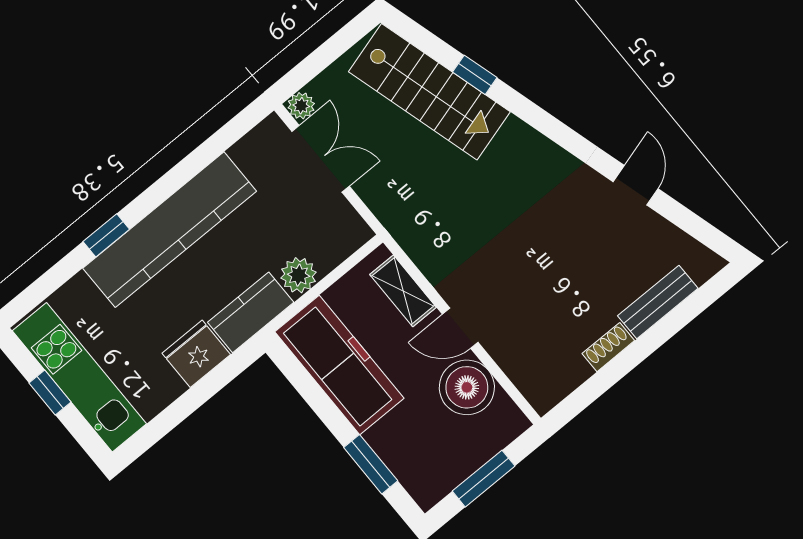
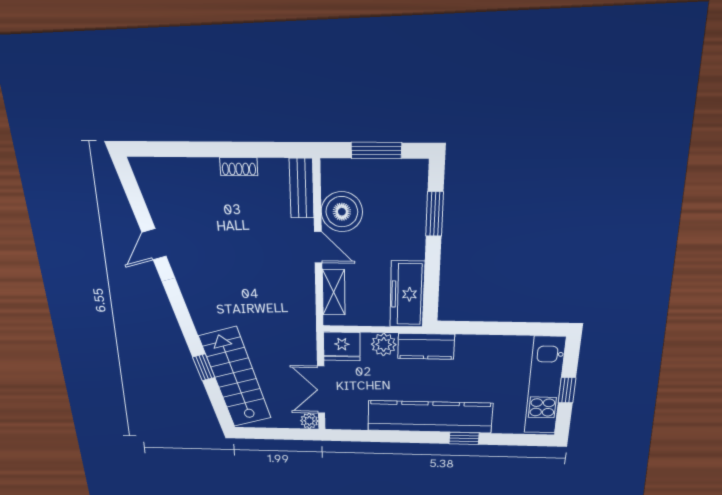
bench: (658, 302) -> (302, 188), moved, turned 90
fridge: (196, 354) -> (342, 346), moved
freezer: (339, 365) -> (407, 294), width x0.73, depth x0.79

